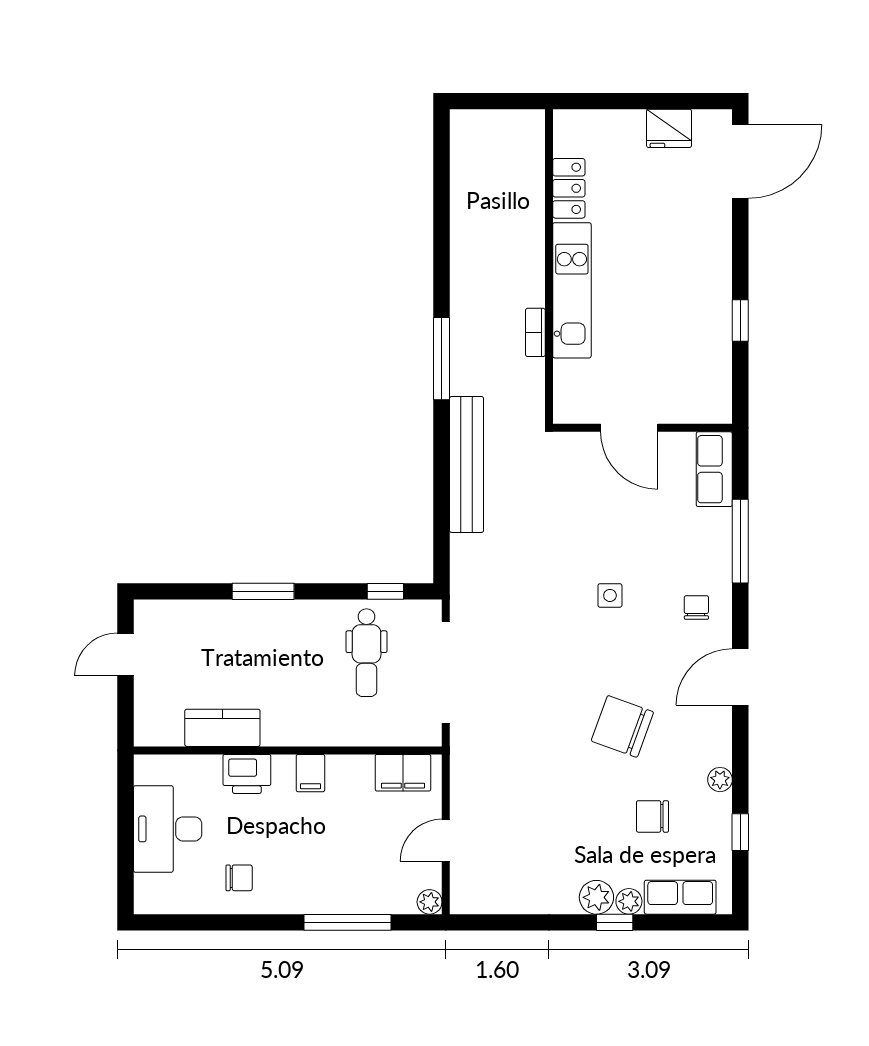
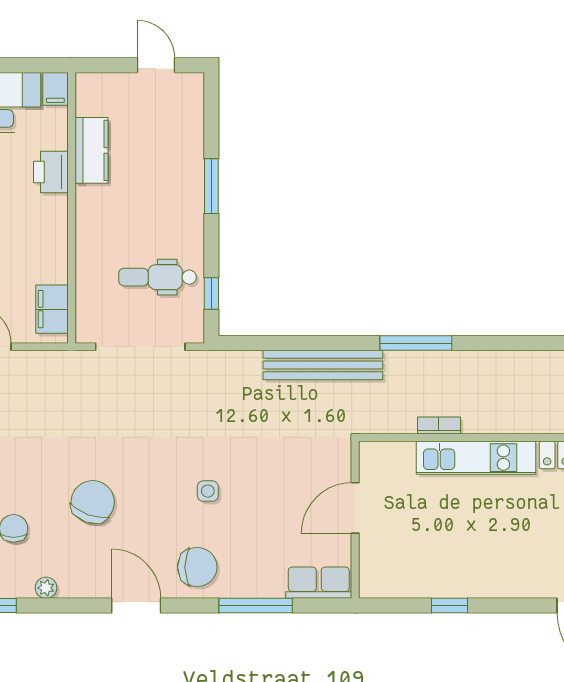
chair: (696, 607) -> (197, 567), width x1.87, depth x1.87
filing cabinet: (310, 773) -> (55, 89), moved, turned -90

